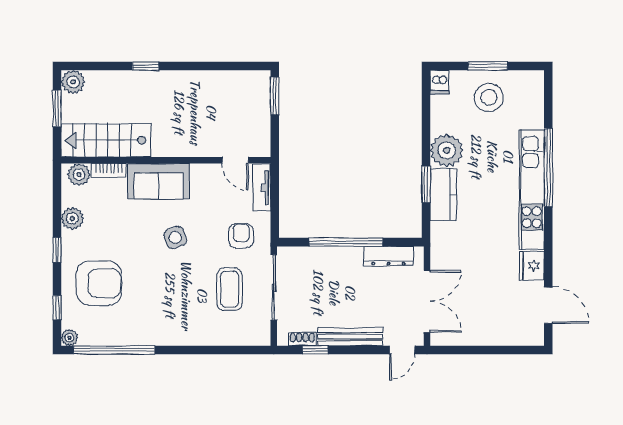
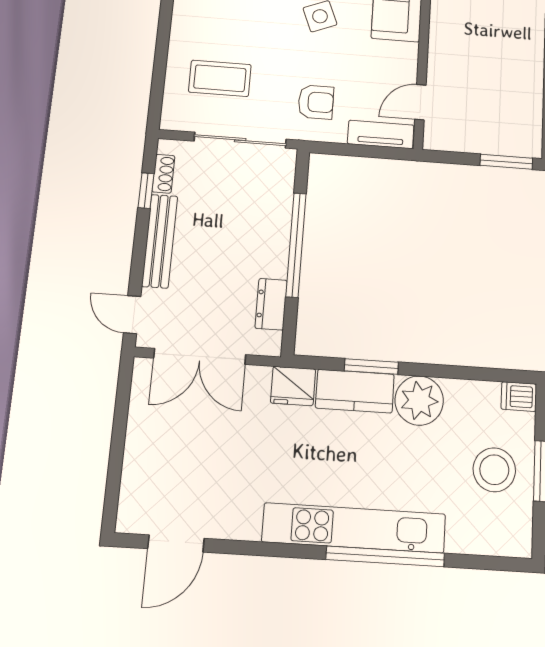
dresser: (388, 256) -> (271, 304), width x0.70
fridge: (532, 266) -> (293, 386), moved, turned 180
coffee table: (229, 289) -> (220, 78), moved

